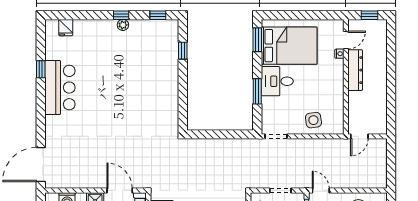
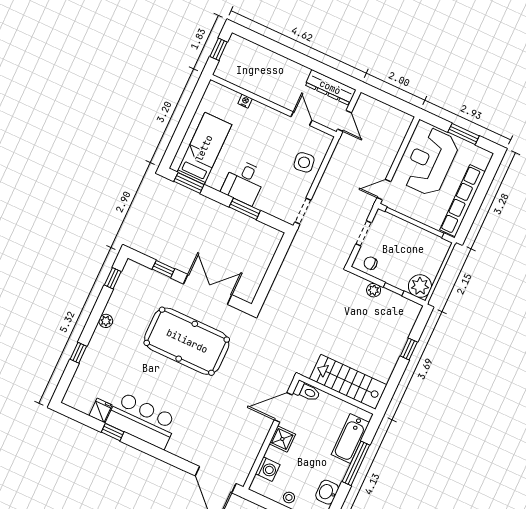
window: (121, 15) -> (78, 353), moved
fridge: (66, 28) -> (100, 410), moved, turned -90
door: (346, 40) -> (301, 119), moved
bed: (289, 46) -> (204, 148), width x0.67
dresser: (355, 70) -> (330, 87), moved, turned 180
double door: (183, 91) -> (208, 289), added
pool table: (136, 94) -> (187, 341), added

